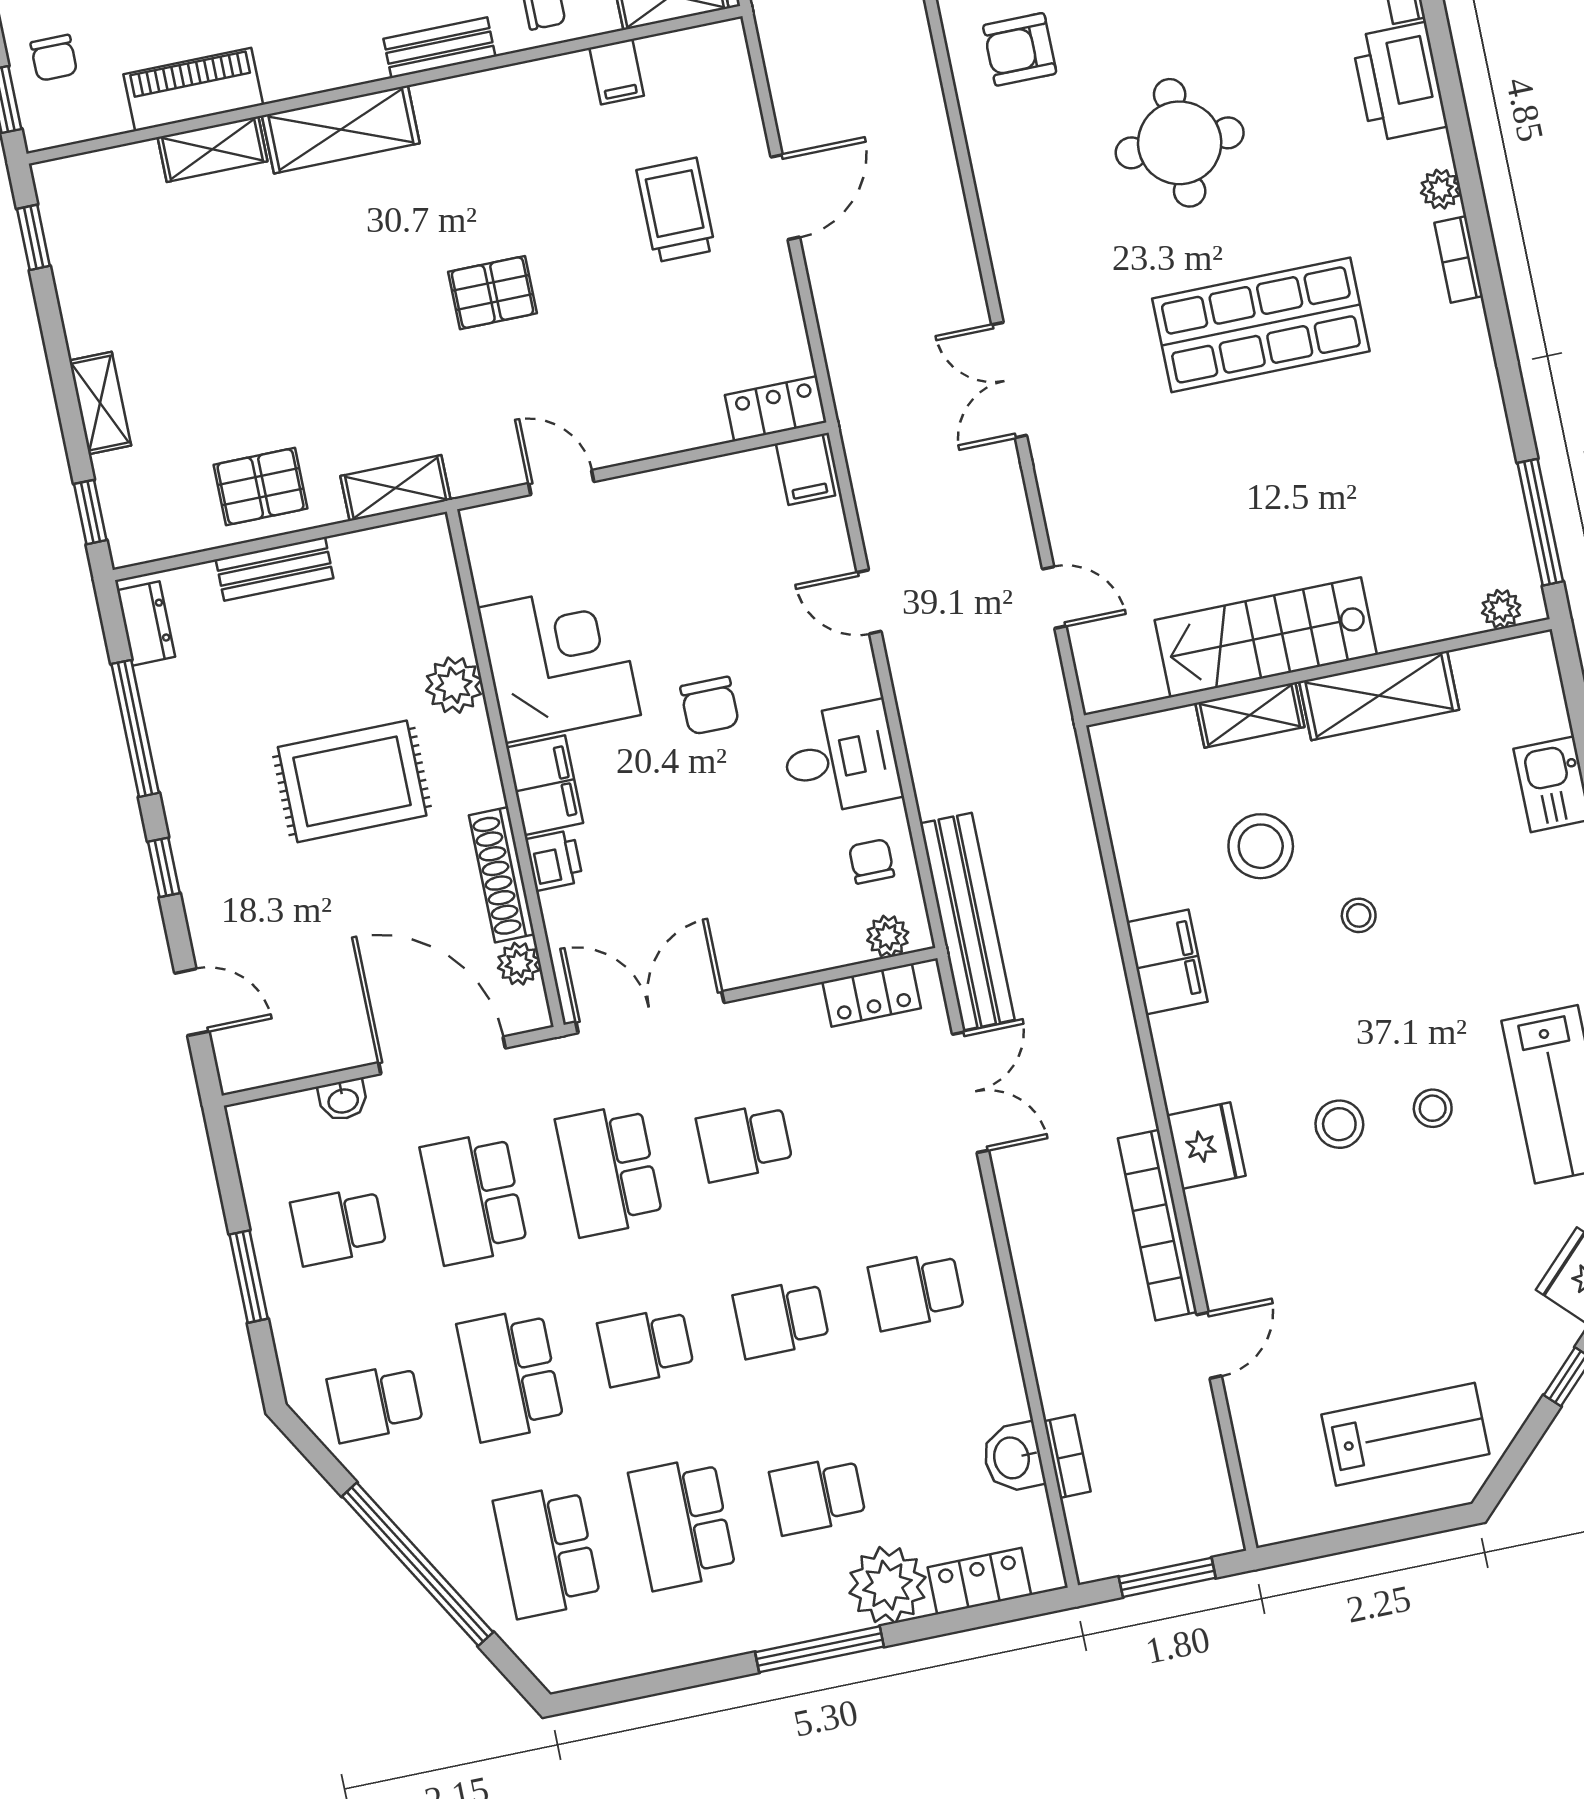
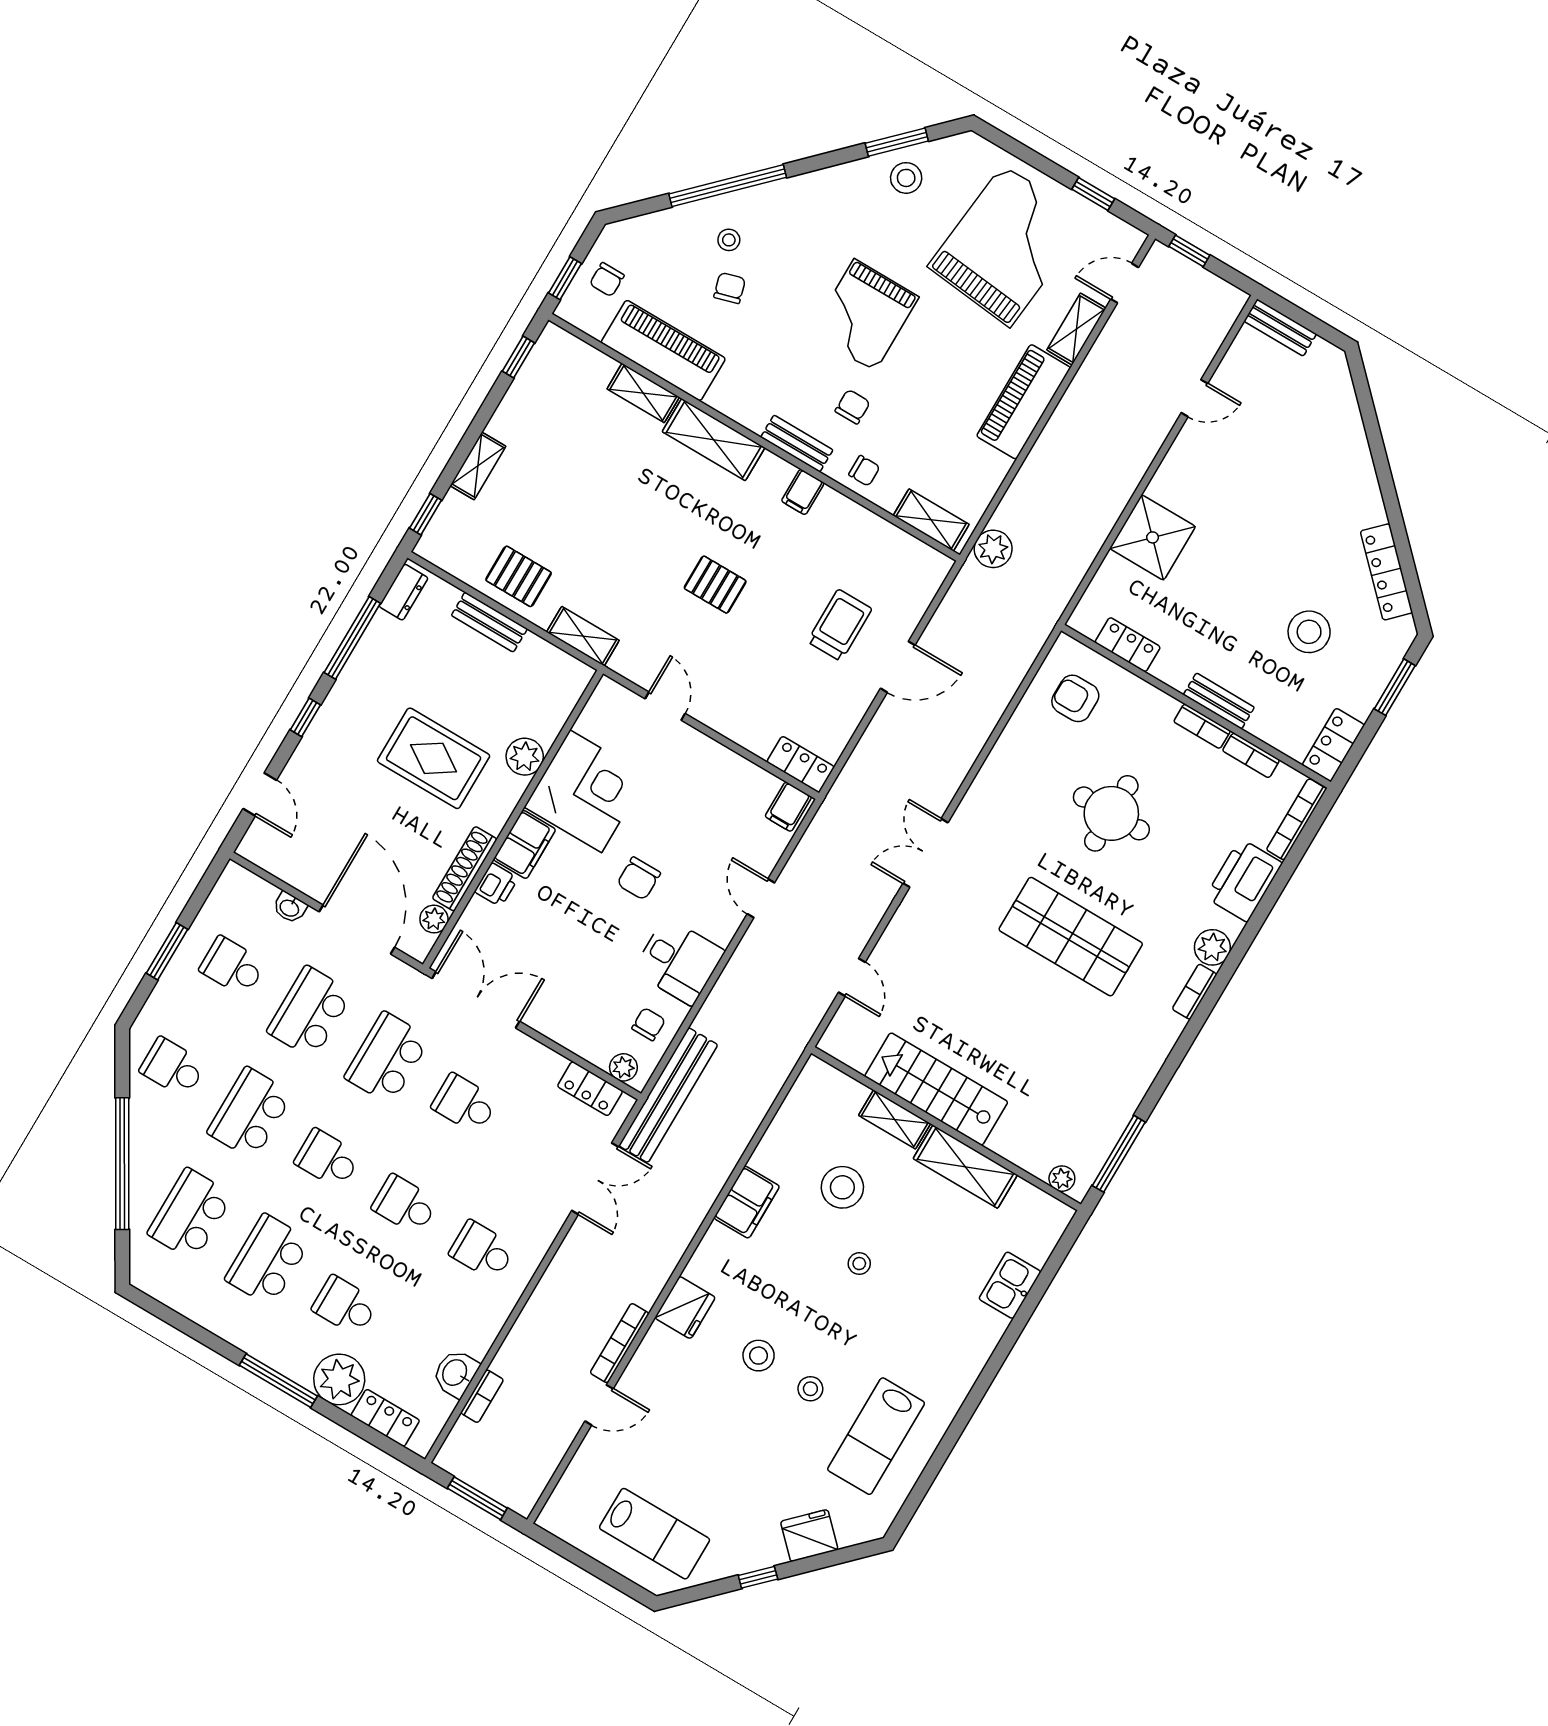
filing cabinet: (617, 72) -> (803, 492), moved
piano: (193, 89) -> (663, 350), width x1.37, depth x1.33
plant: (1440, 189) -> (1212, 947), width x1.38, depth x1.38
bookcase: (1157, 1225) -> (620, 1343), width x0.68, depth x0.76

